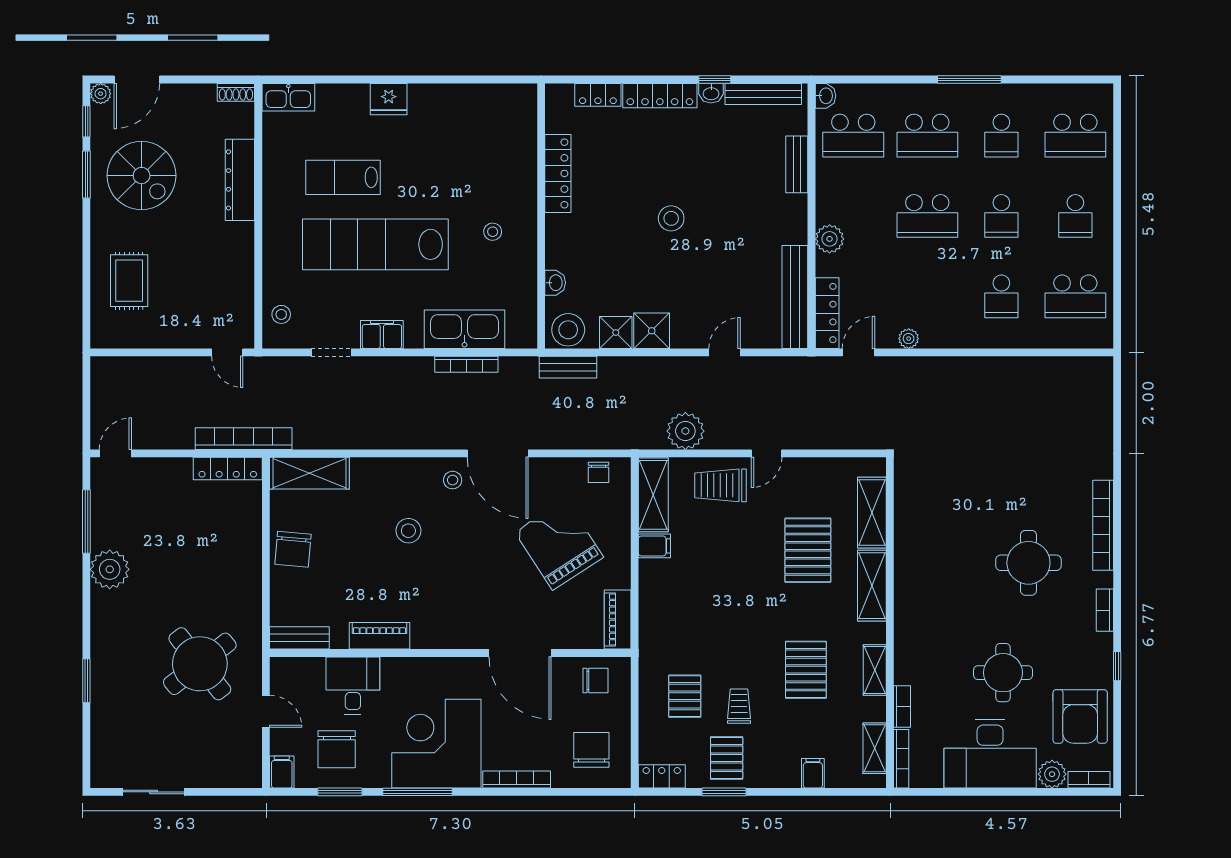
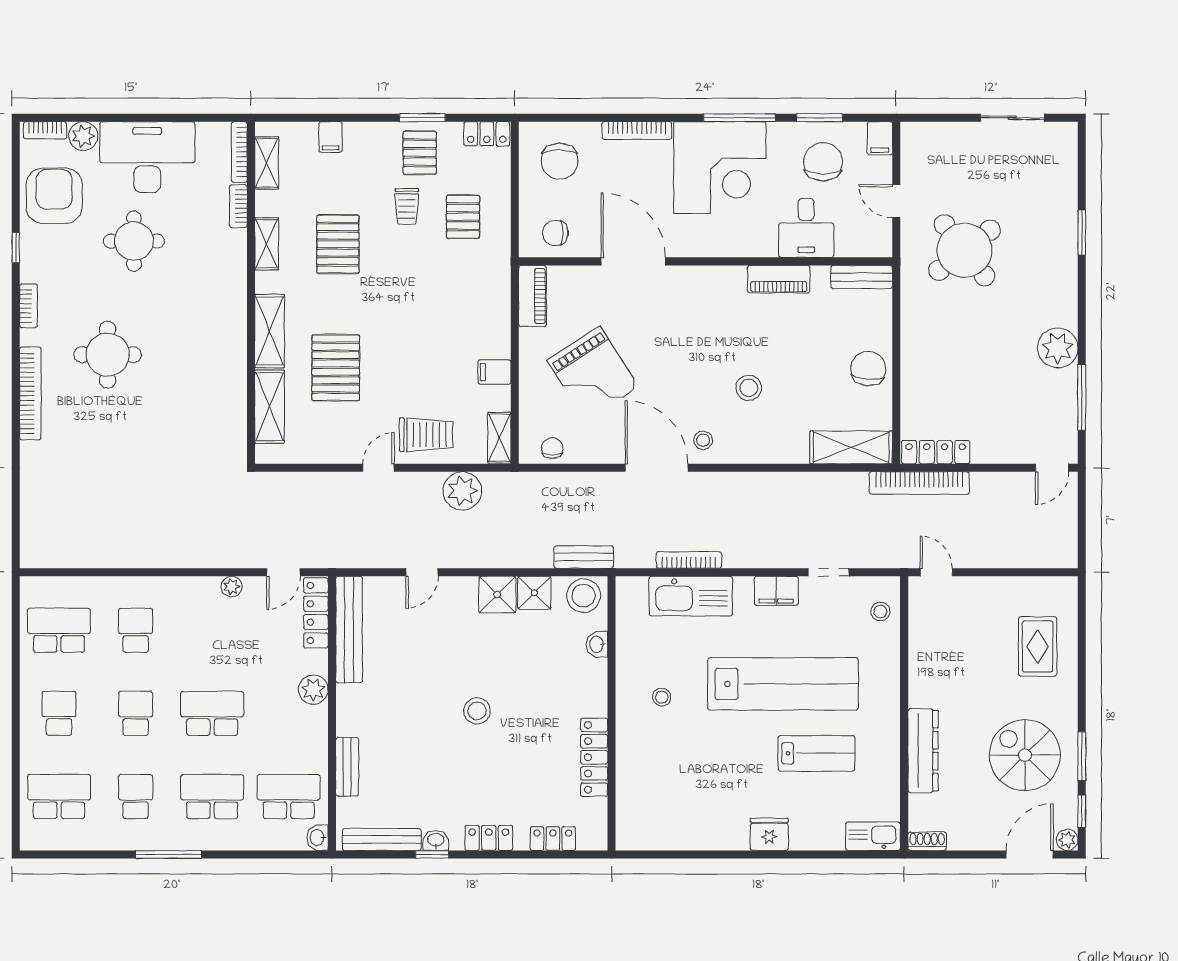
locker: (660, 96) -> (489, 838), width x0.66
shelving: (653, 495) -> (499, 438), width x0.67, depth x0.75

